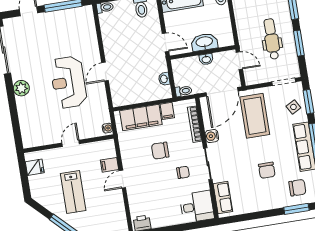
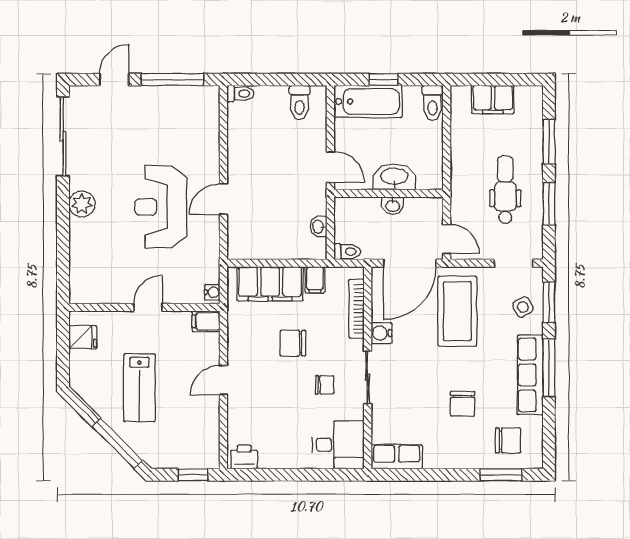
door: (239, 61) -> (447, 239), moved
filing cabinet: (110, 165) -> (206, 321), moved
row of seats: (223, 198) -> (397, 457), moved, turned -90

